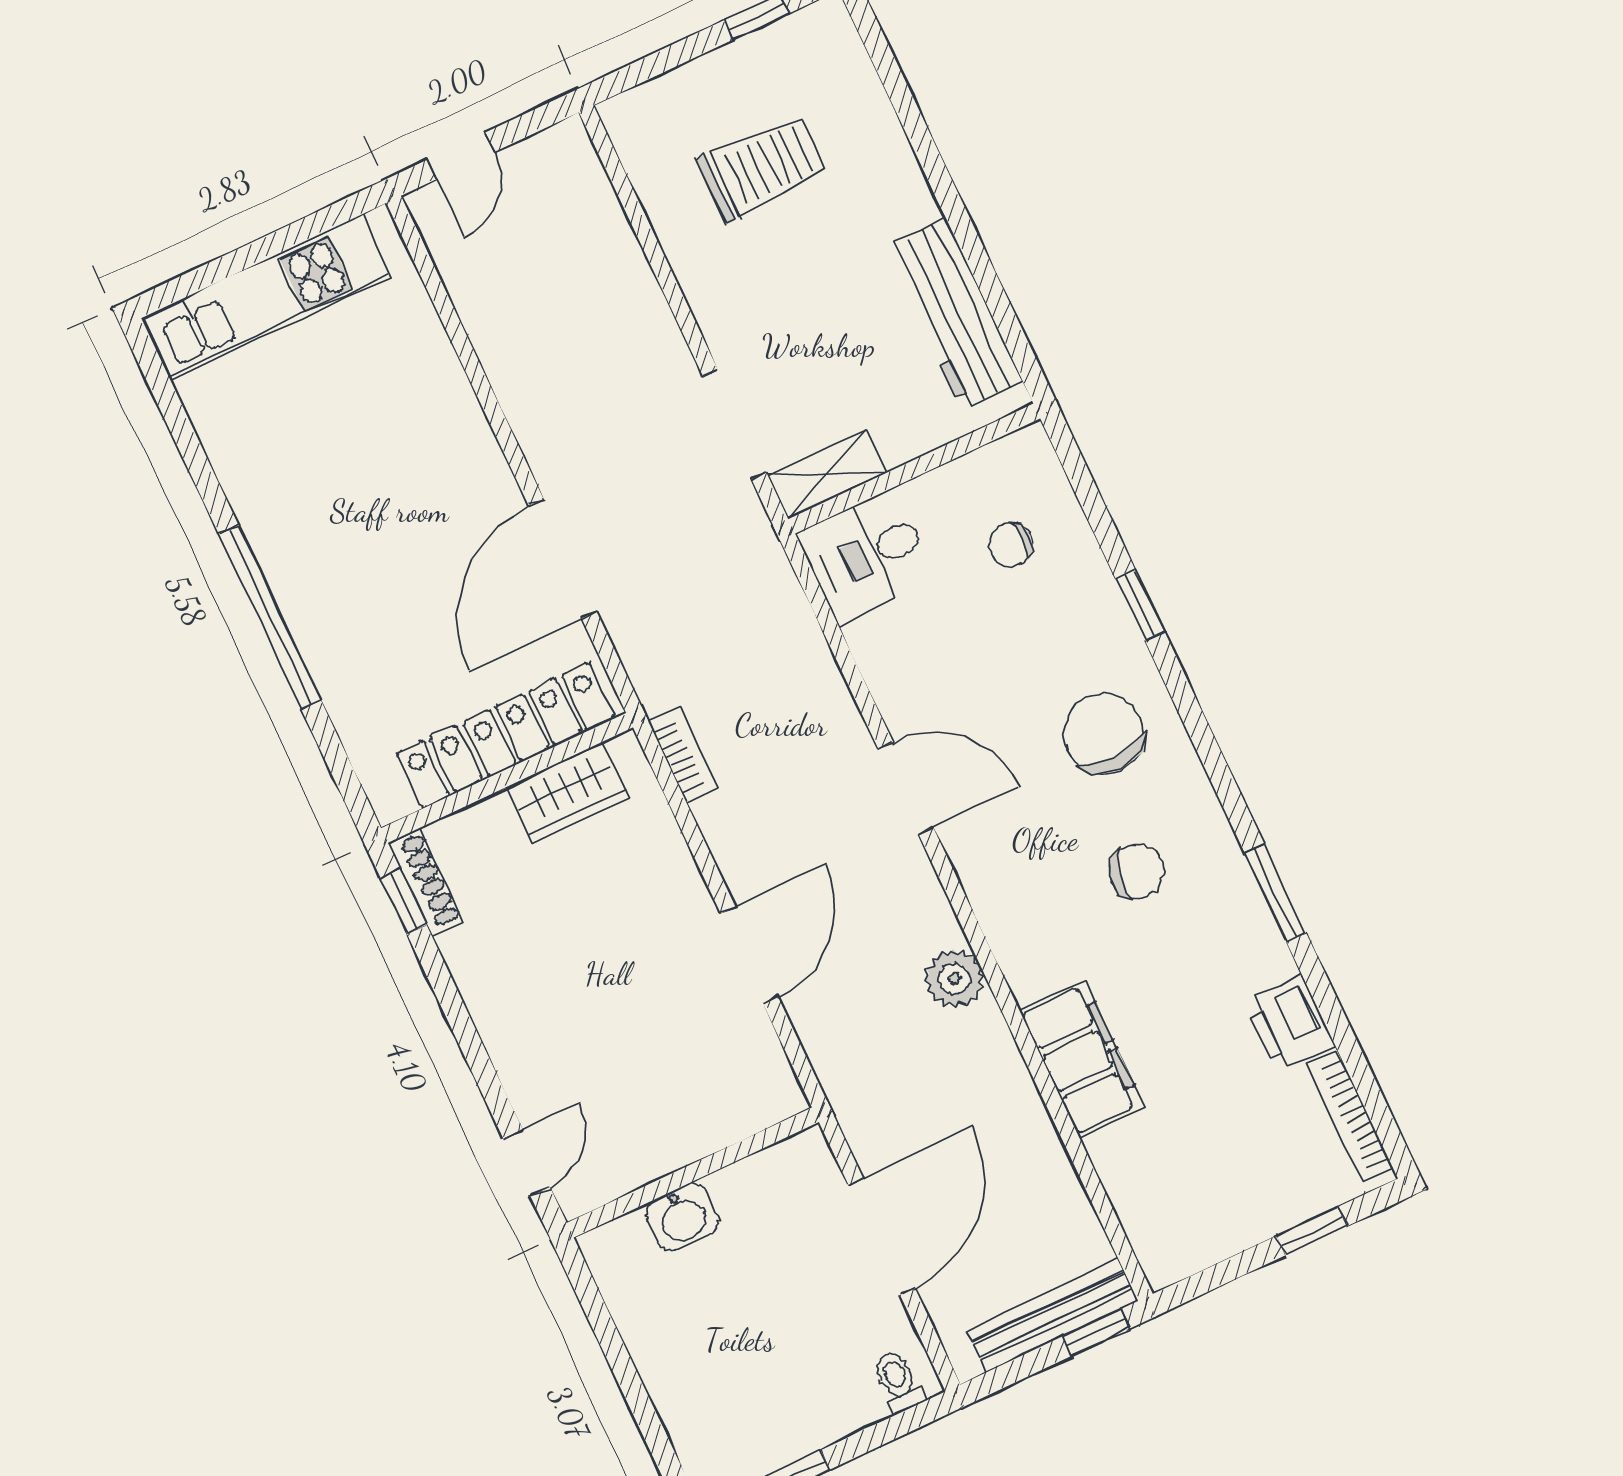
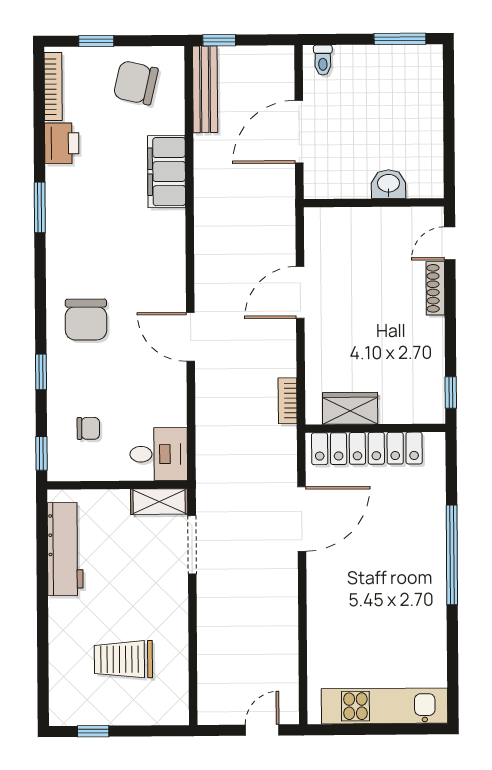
window: (1073, 463) -> (41, 453), added
chair: (1137, 872) -> (136, 83), moved, width x1.37, depth x1.37
shoe rack: (426, 882) -> (435, 288), moved
plant: (954, 979) -> (209, 237), removed
bench: (1052, 1315) -> (205, 89), moved, turned 90

